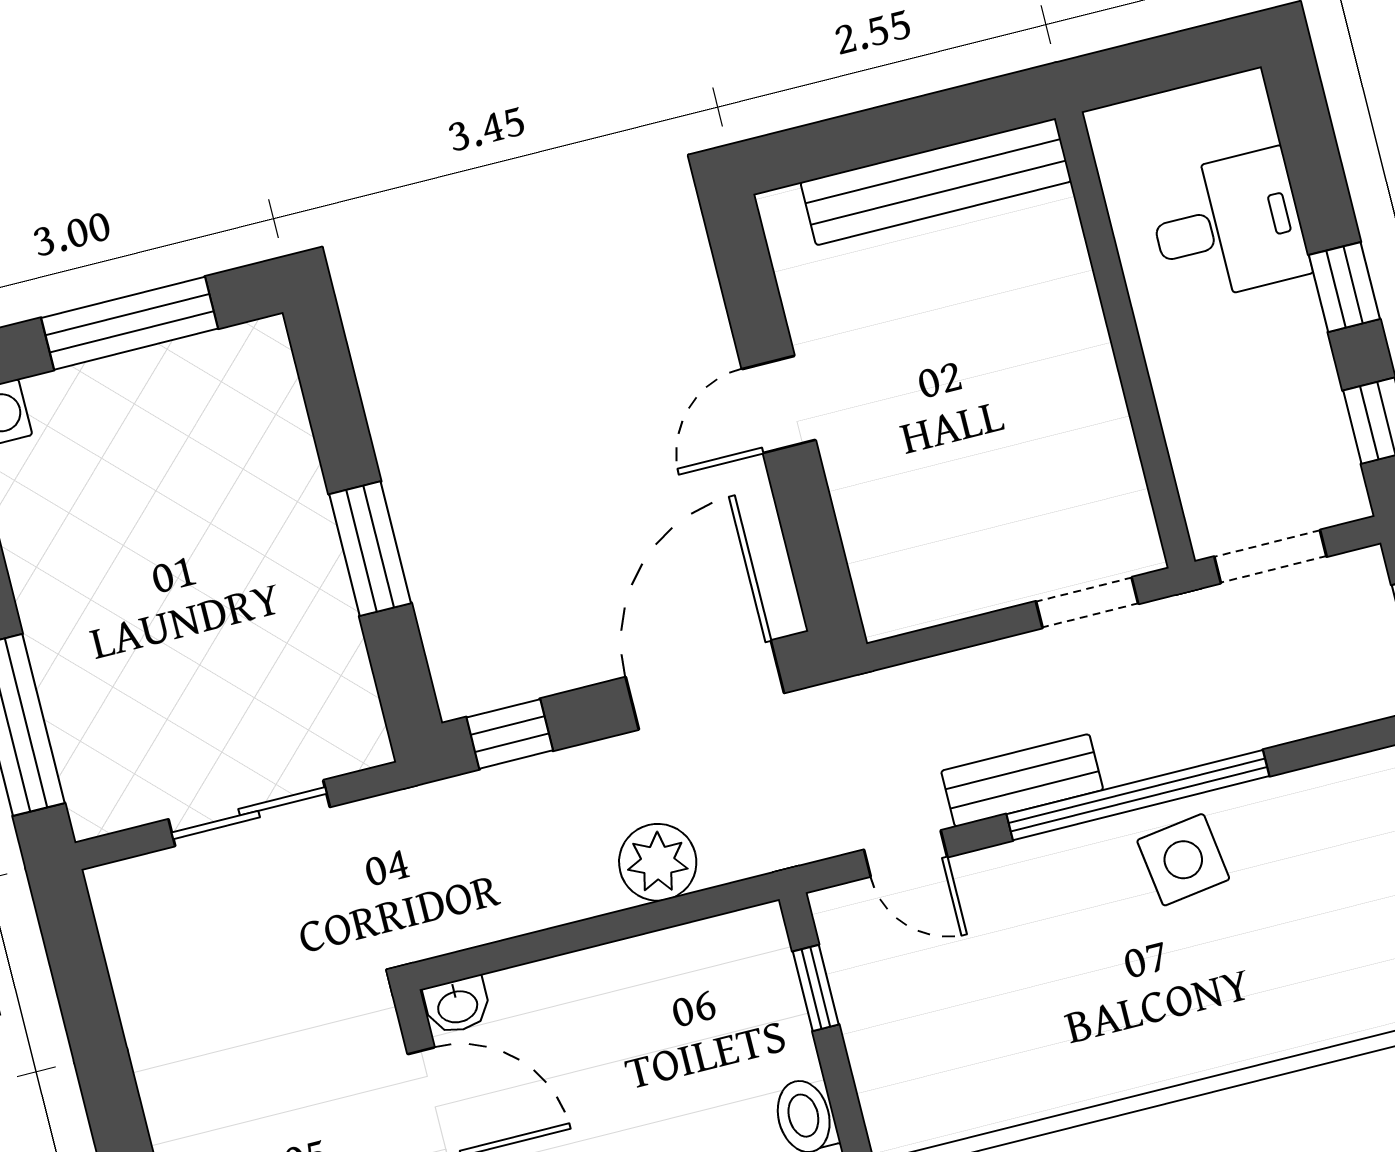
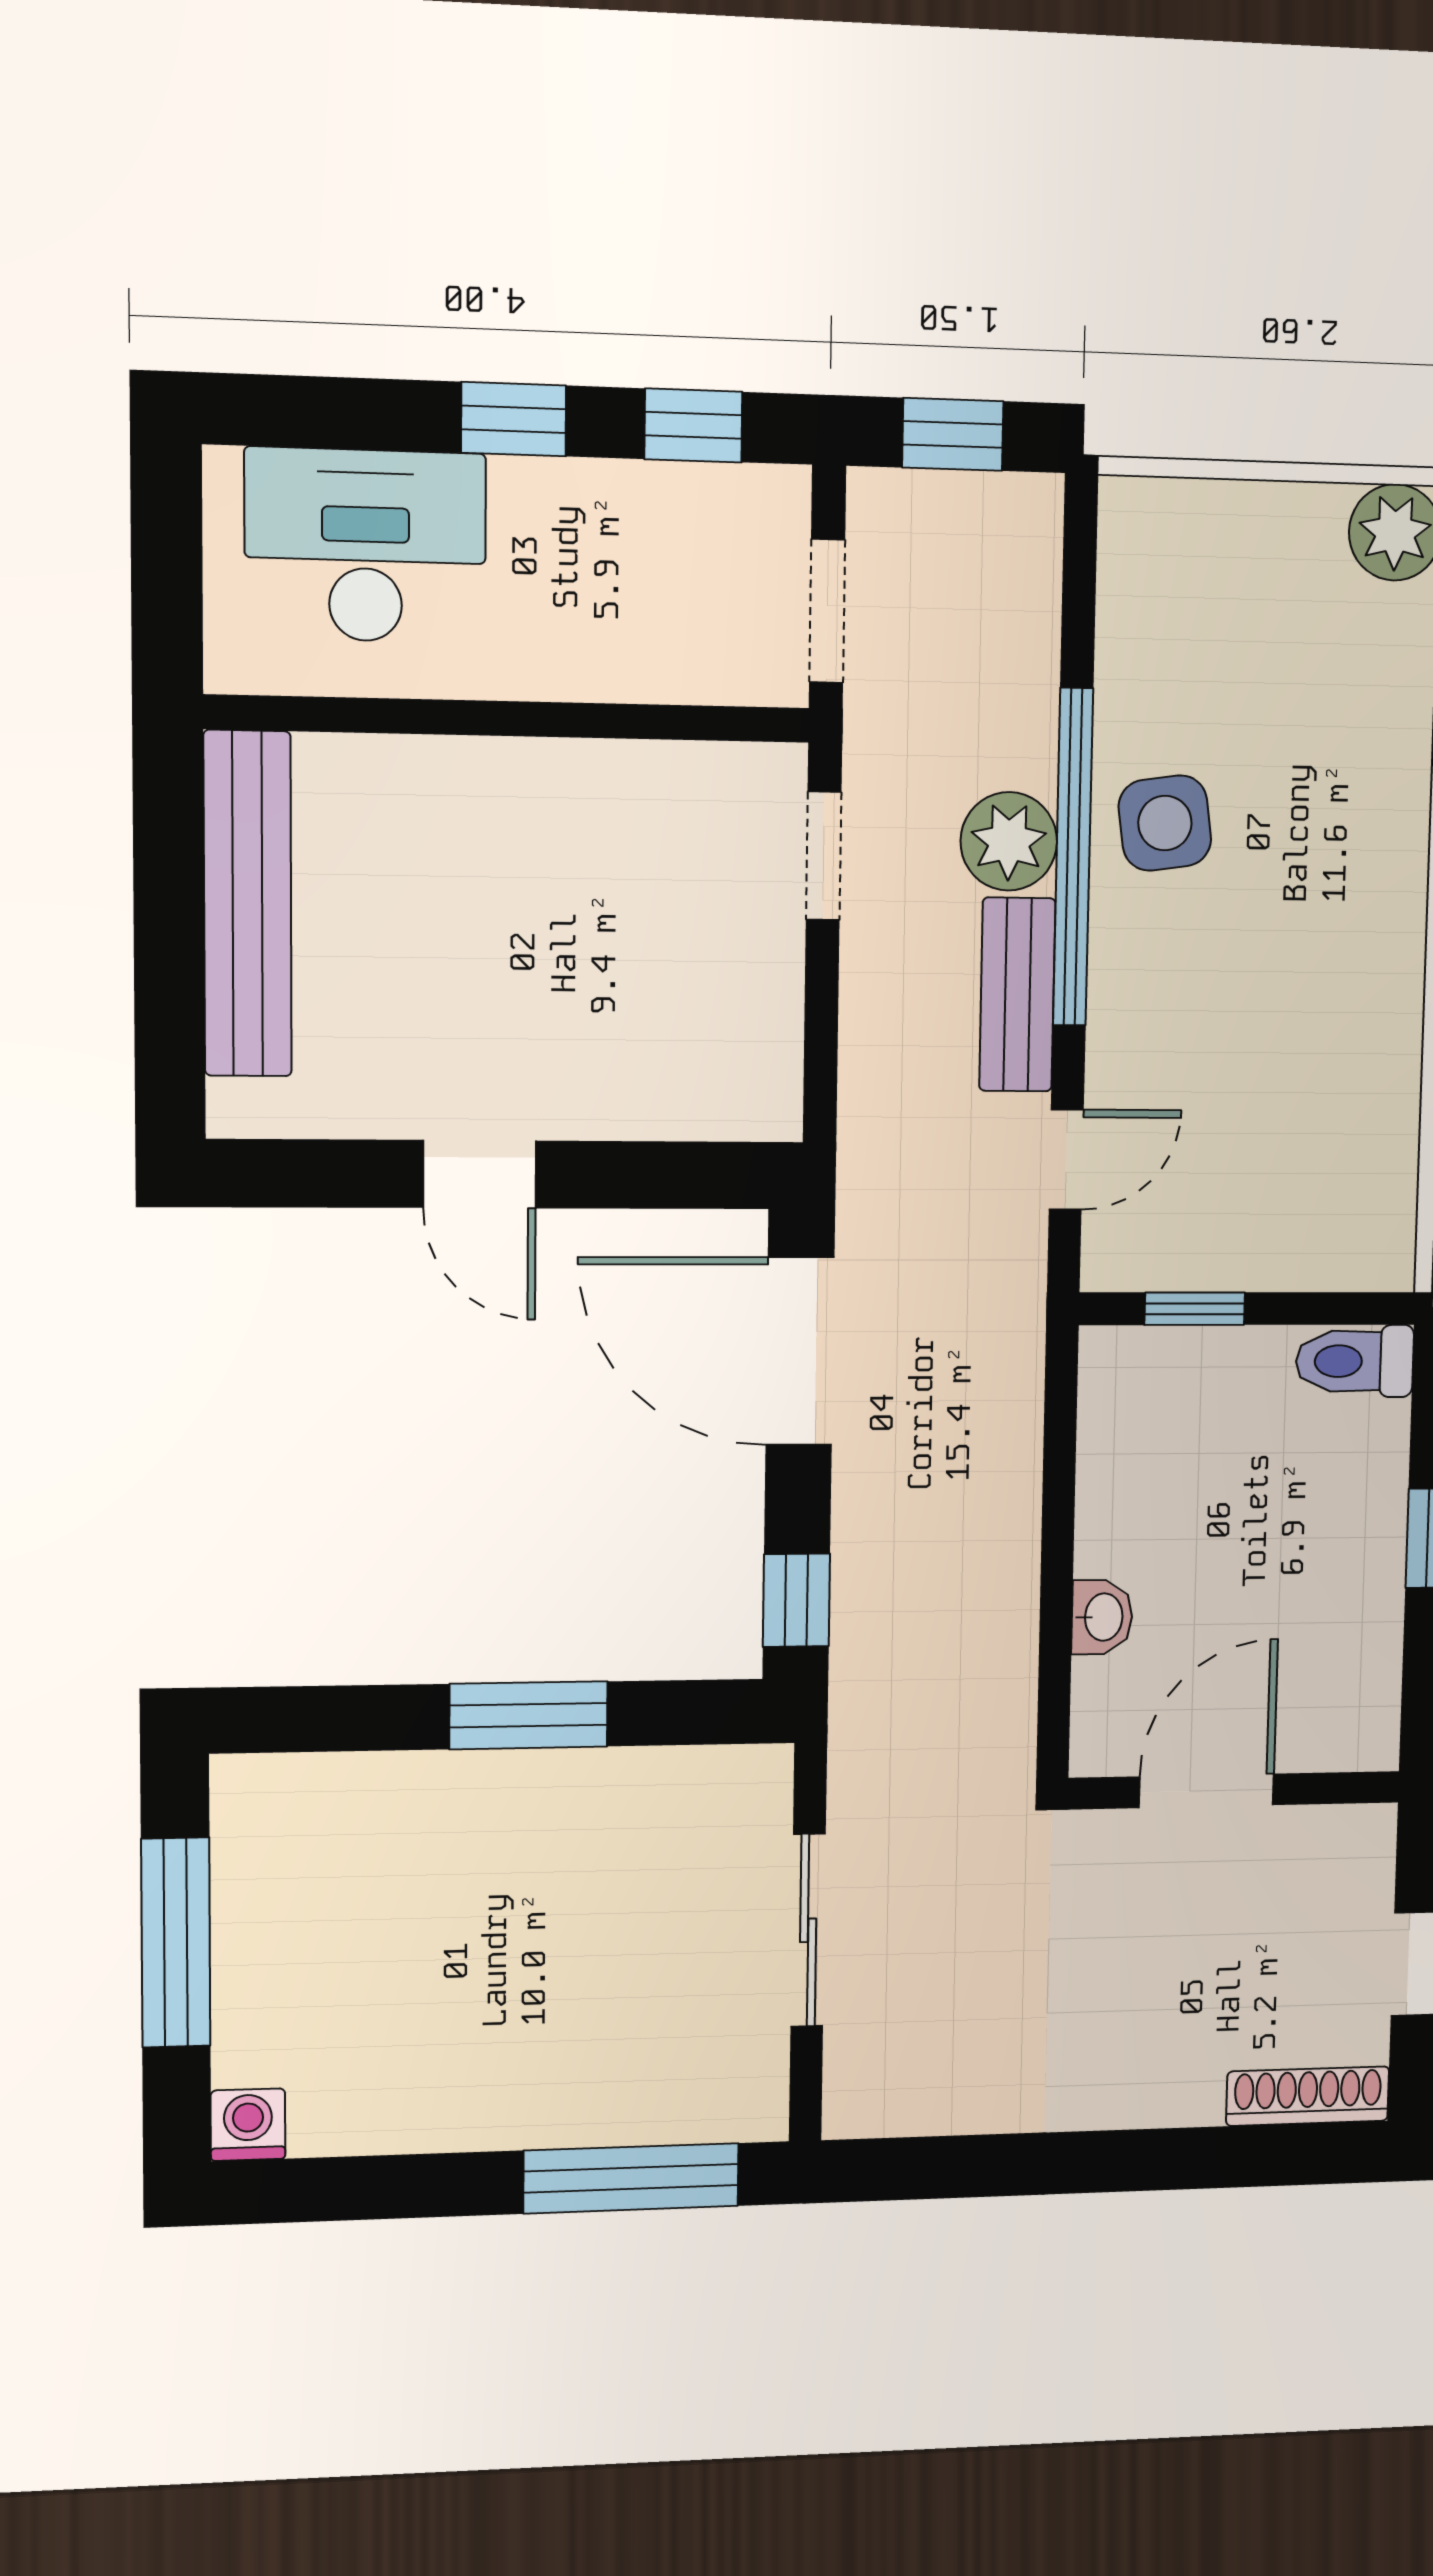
desk: (1228, 226) -> (366, 545), width x1.37
plant: (658, 862) -> (1009, 841), moved
washbasin: (457, 1005) -> (1102, 1617), moved

